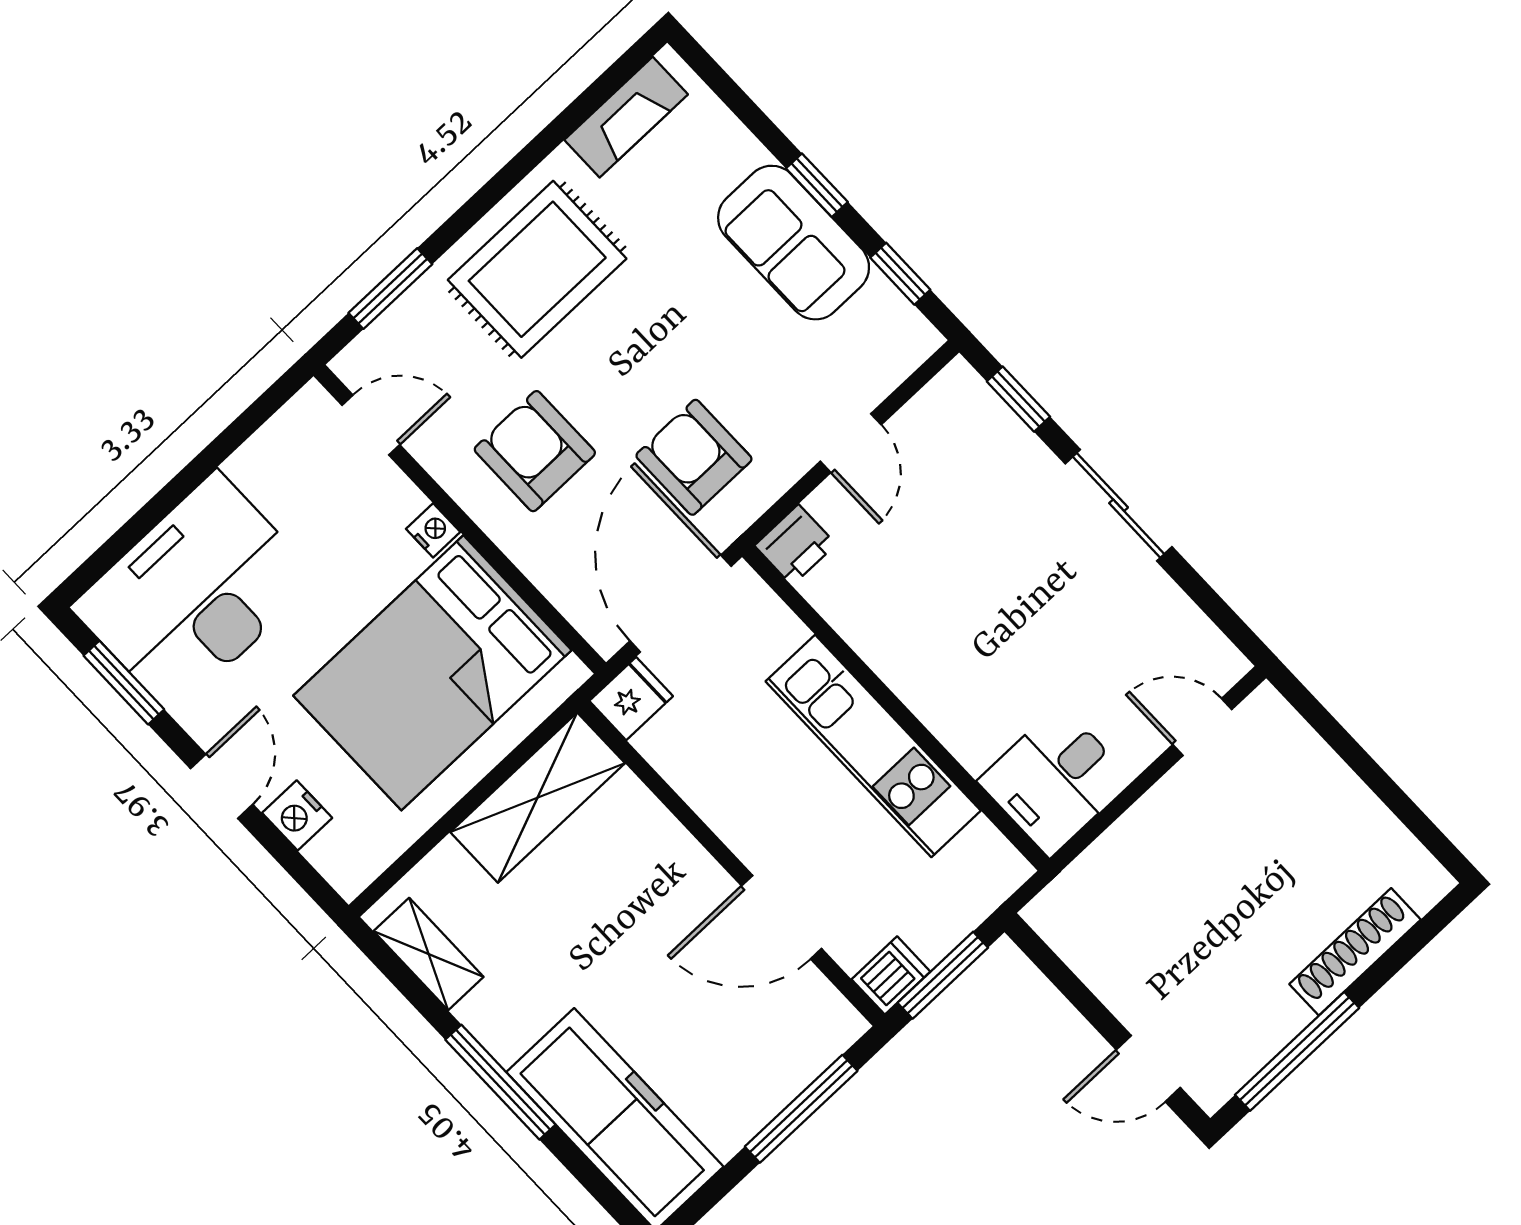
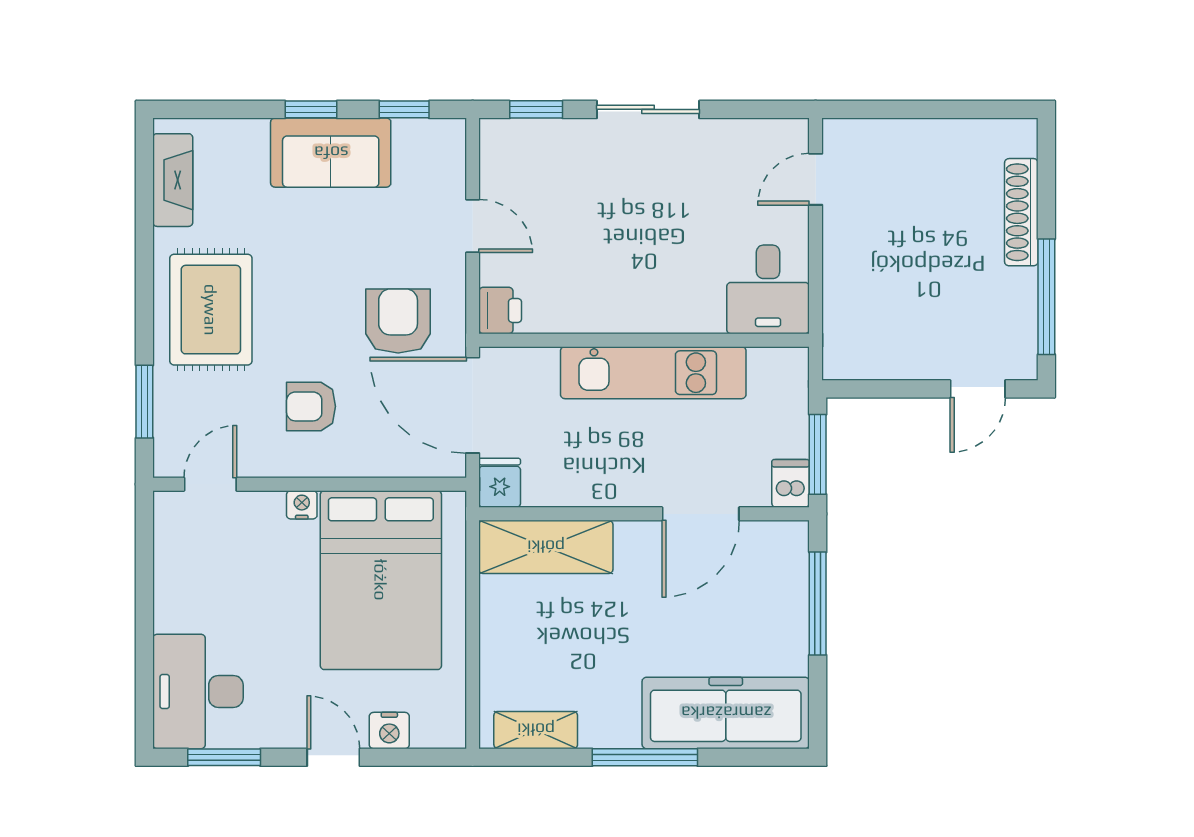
armchair: (535, 451) -> (311, 406), width x0.72, depth x0.72
armchair: (694, 457) -> (398, 321), turned 90
desk: (195, 593) -> (198, 691), width x0.73, depth x0.77
shelving: (538, 798) -> (546, 547), moved, turned 90

